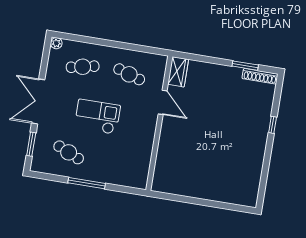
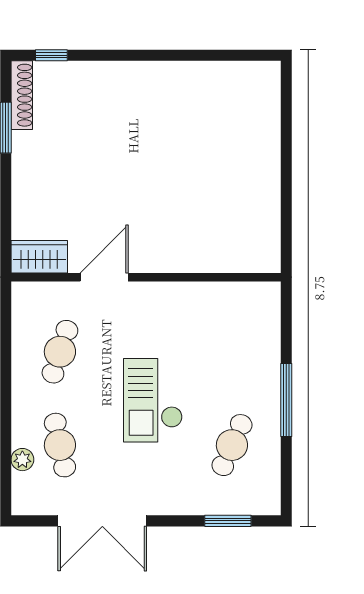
plant: (56, 43) -> (22, 460), moved
double door: (38, 101) -> (102, 521), moved
window: (273, 125) -> (51, 55), moved

